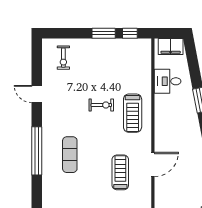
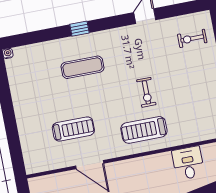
window: (37, 151) -> (80, 29), width x0.32

